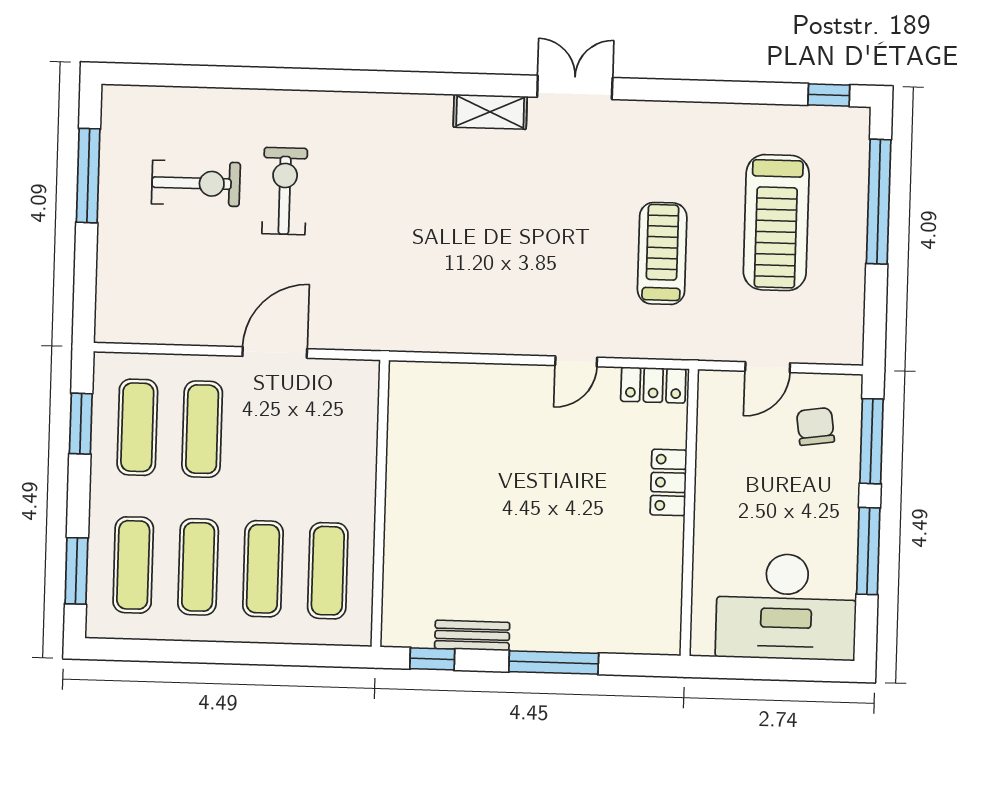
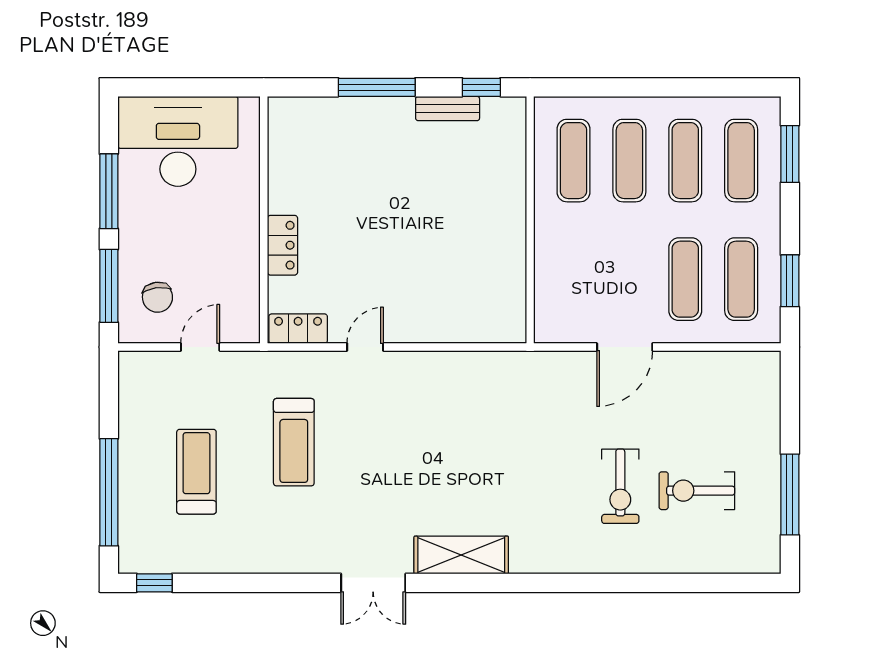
shelving: (490, 112) -> (461, 555), width x1.50, depth x1.33
treadmill: (776, 223) -> (196, 472), width x0.73, depth x0.73

